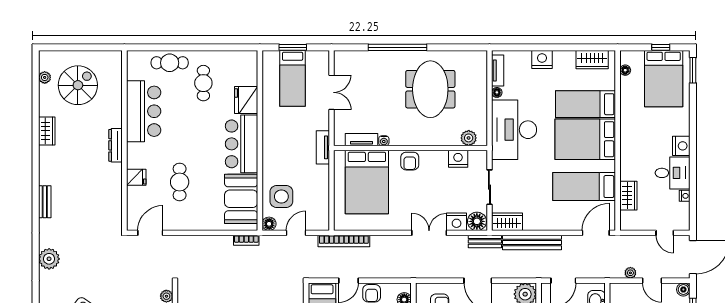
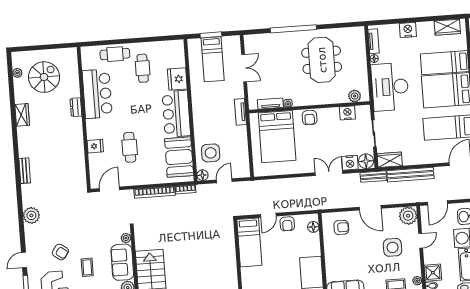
dresser: (115, 145) -> (76, 107), moved, width x0.70
bookcase: (344, 241) -> (154, 192), moved

